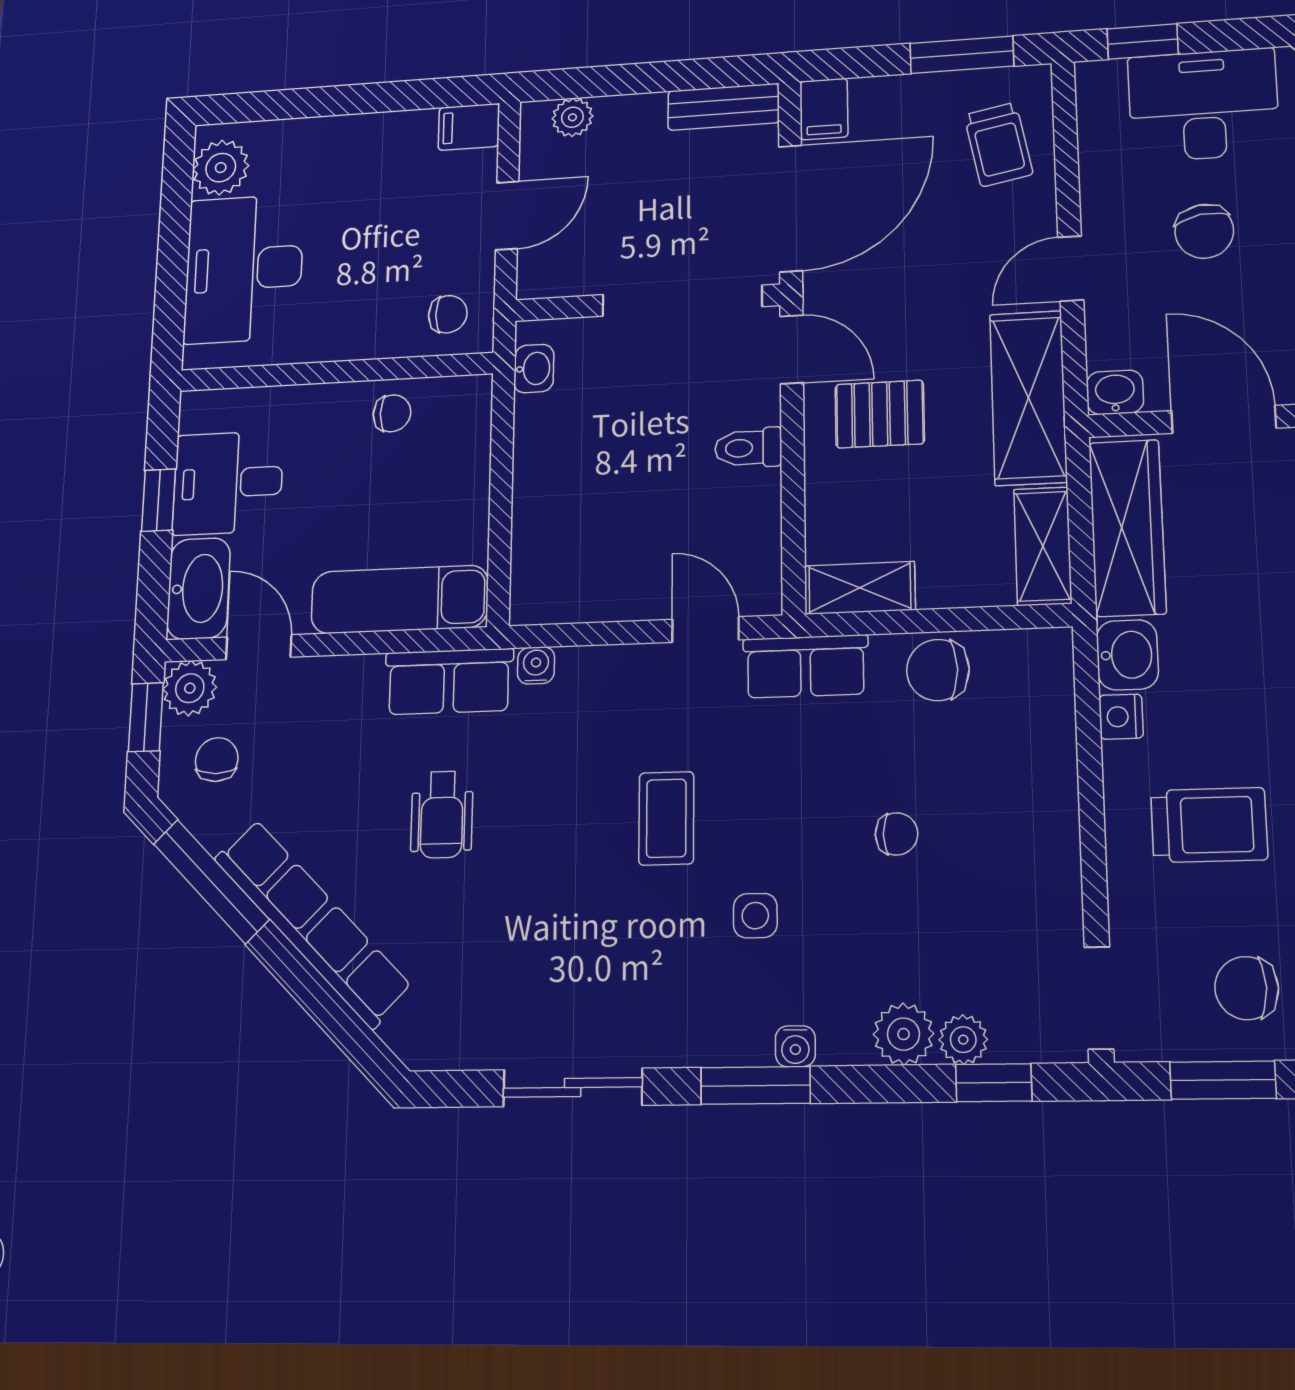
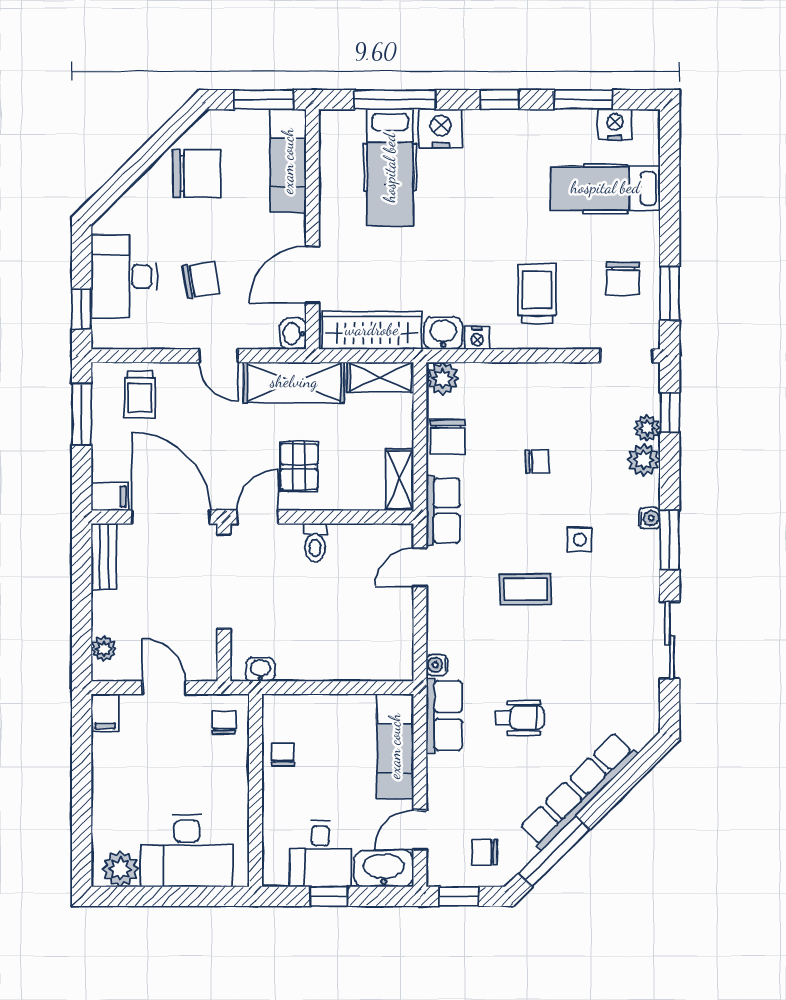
trolley: (998, 144) -> (140, 395), turned 101
plant: (190, 688) -> (443, 378), moved
chair: (897, 834) -> (537, 462), turned 88

